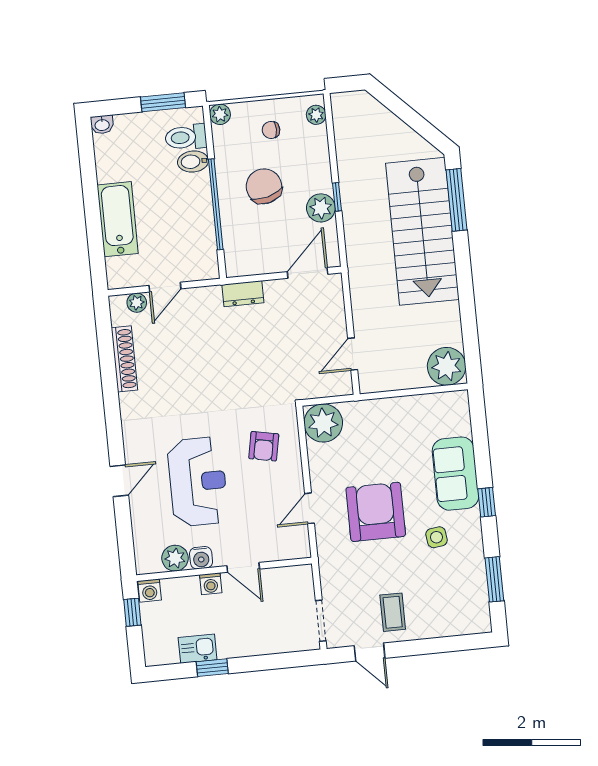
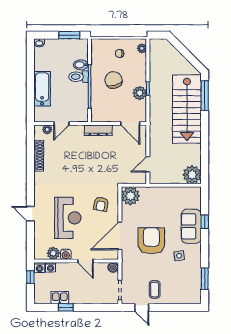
plant: (220, 114) -> (96, 44), removed
toilet: (186, 137) -> (79, 77), moved
door: (308, 273) -> (130, 123), swing flipped
dresser: (243, 294) -> (98, 130), width x1.44
door: (119, 481) -> (30, 214), swing flipped
window: (487, 502) -> (205, 222), moved
door: (309, 508) -> (120, 236), width x1.88
boiler: (302, 575) -> (113, 267), added
washing machine: (211, 584) -> (51, 267), moved

